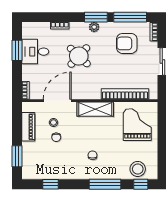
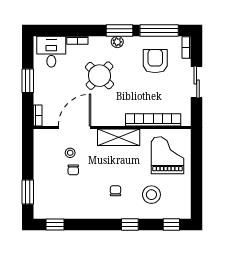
armchair: (127, 43) -> (155, 61), turned 90
window: (17, 50) -> (28, 81), moved
desk: (35, 52) -> (51, 52), moved, turned 90
piano: (28, 127) -> (41, 158), removed
stool: (138, 169) -> (151, 195), moved
window: (50, 184) -> (55, 224), moved
window: (105, 184) -> (130, 224), width x0.46

